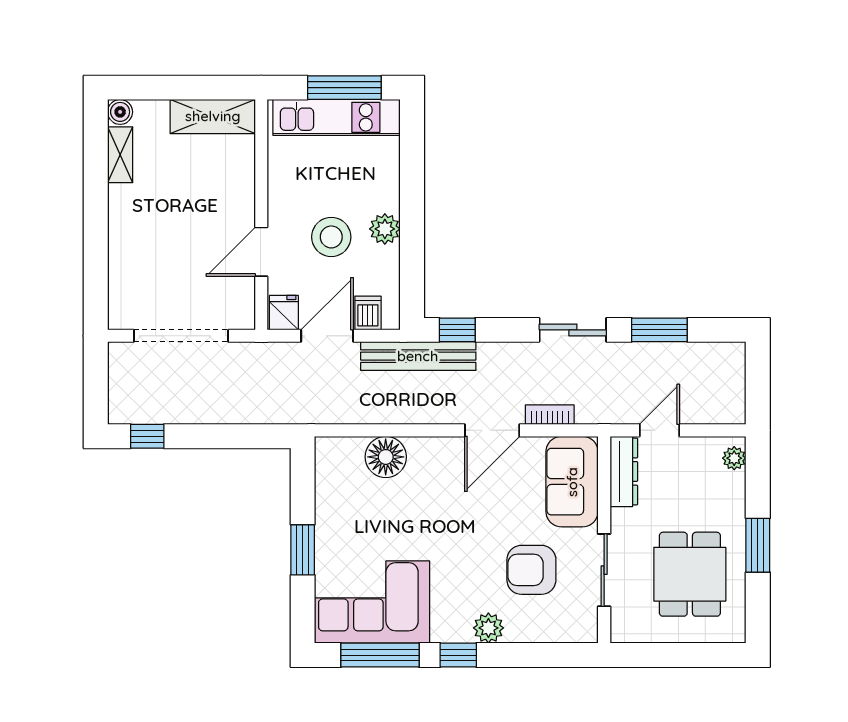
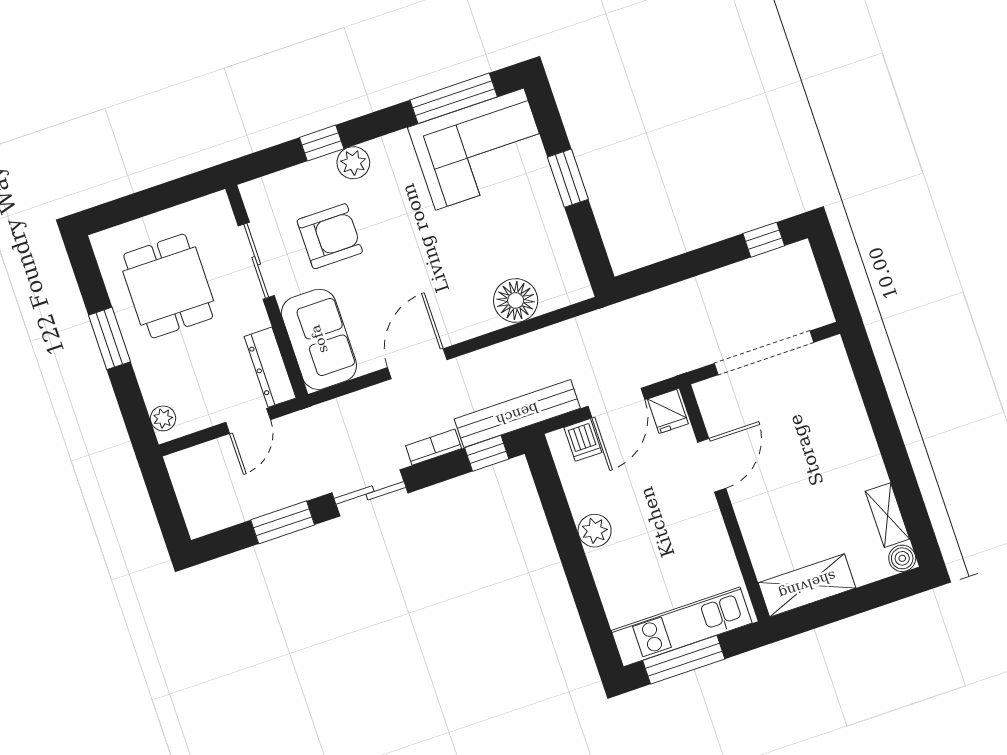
stool: (331, 237) -> (646, 504), removed
bookcase: (550, 415) -> (434, 447), moved, turned 180
window: (458, 655) -> (322, 143), moved

